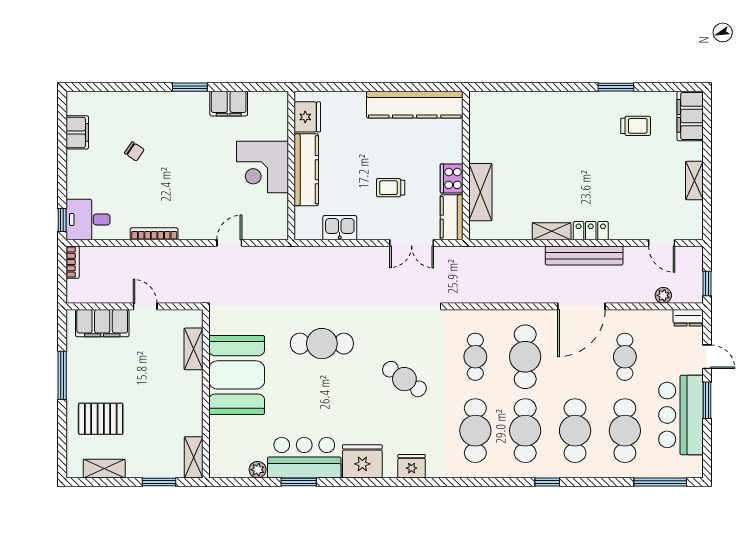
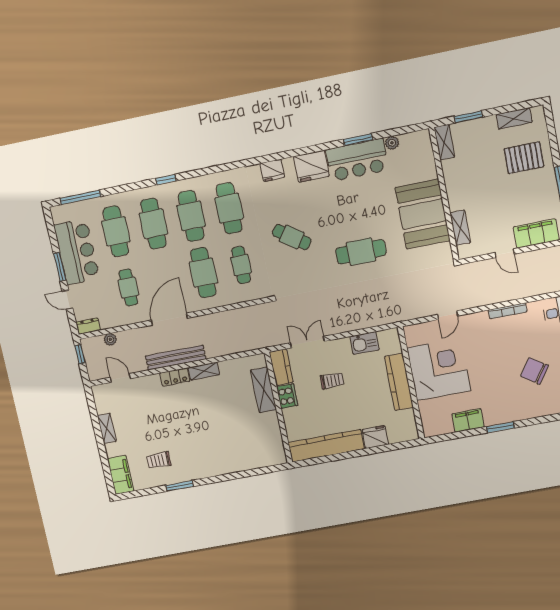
fridge: (307, 117) -> (375, 437), moved, turned 90
chair: (134, 151) -> (535, 371), width x1.87, depth x1.87
corner desk: (262, 167) -> (439, 369), width x1.36, depth x1.36

